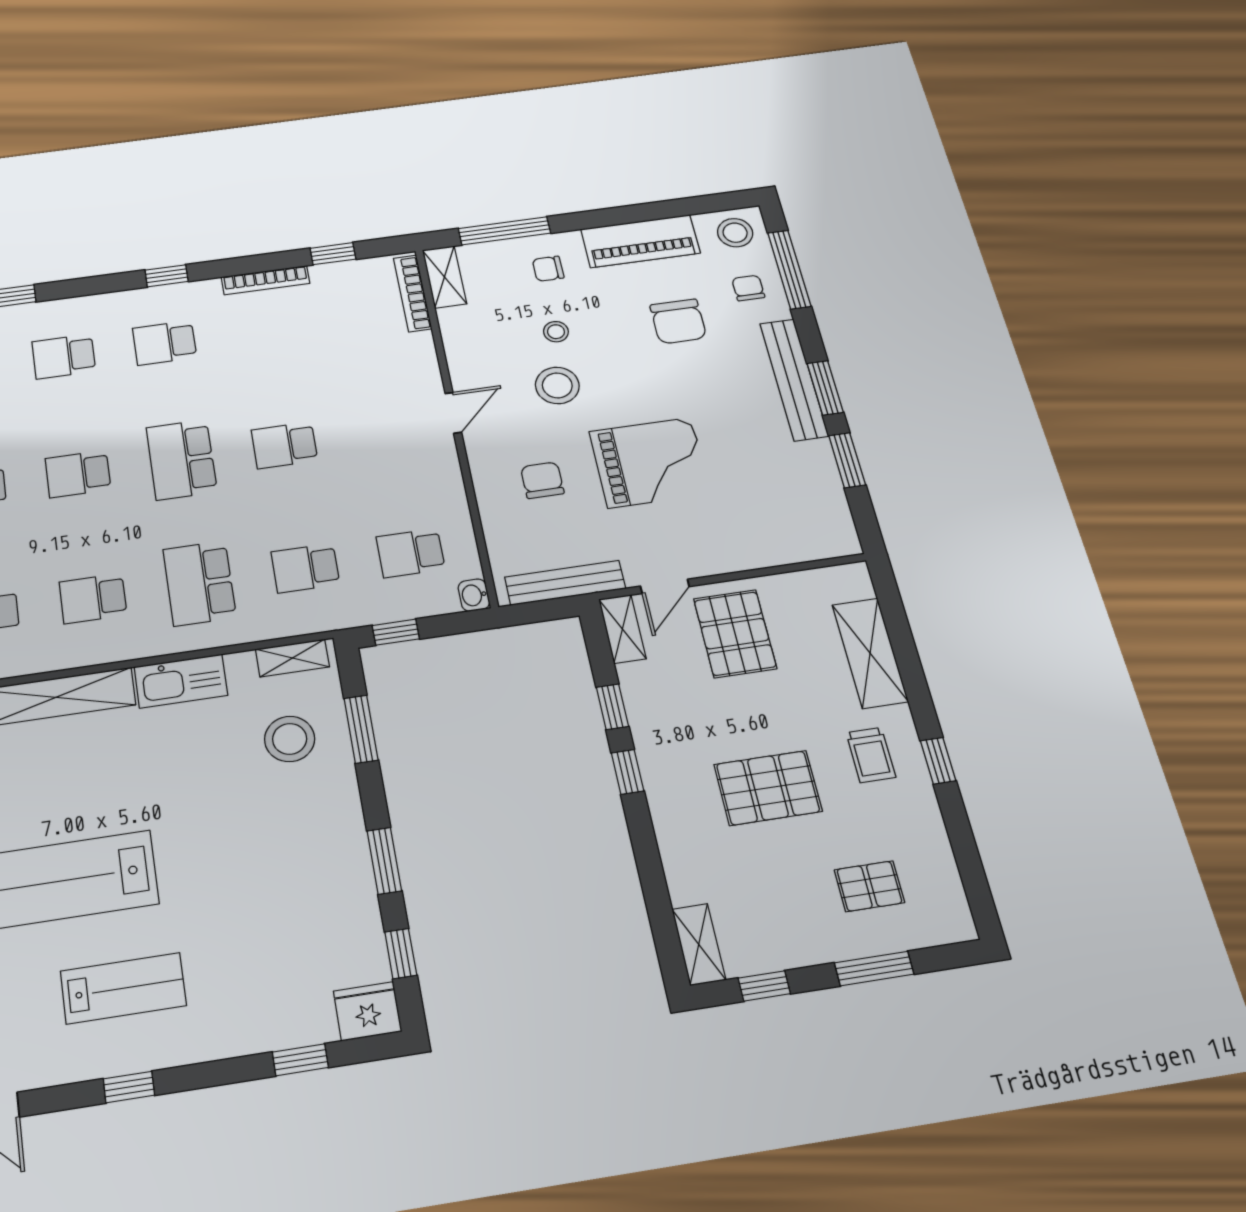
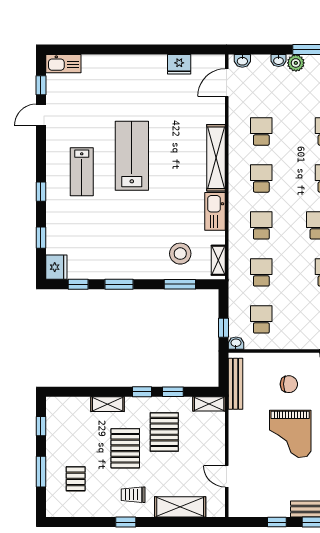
window: (847, 460) -> (277, 522), width x0.67
school desk: (200, 583) -> (261, 225), width x0.54
door: (665, 586) -> (227, 476), moved
window: (396, 632) -> (223, 328), moved
pallet: (735, 634) -> (164, 432), moved, turned 90
shelving: (699, 944) -> (108, 404), moved
window: (129, 1087) -> (41, 192), moved

